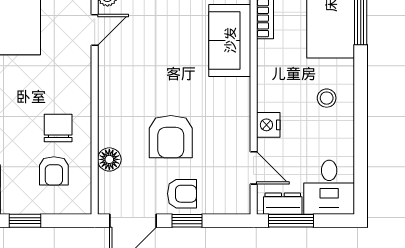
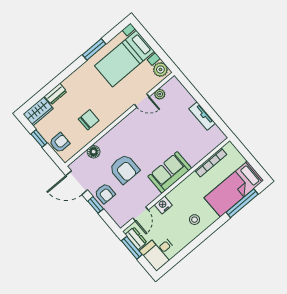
sofa: (230, 40) -> (170, 172), moved
armchair: (171, 137) -> (124, 169), turned -90
armchair: (54, 171) -> (60, 143), moved, turned 180

